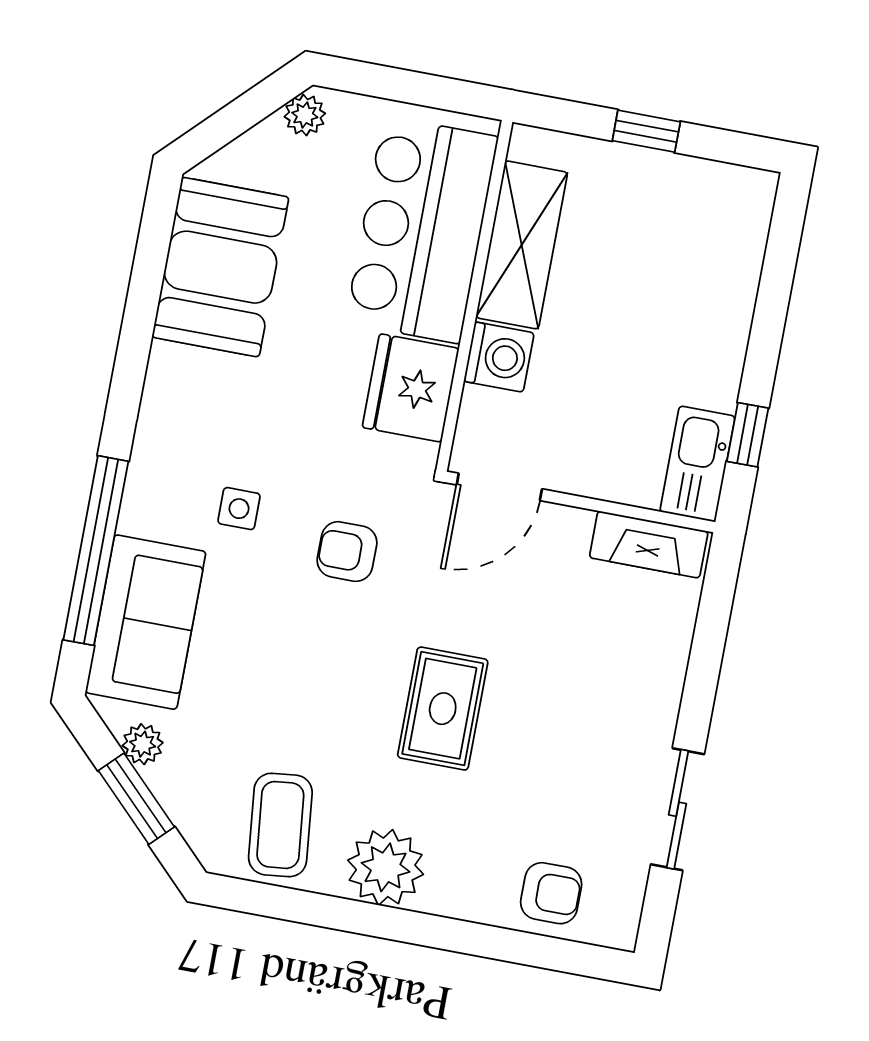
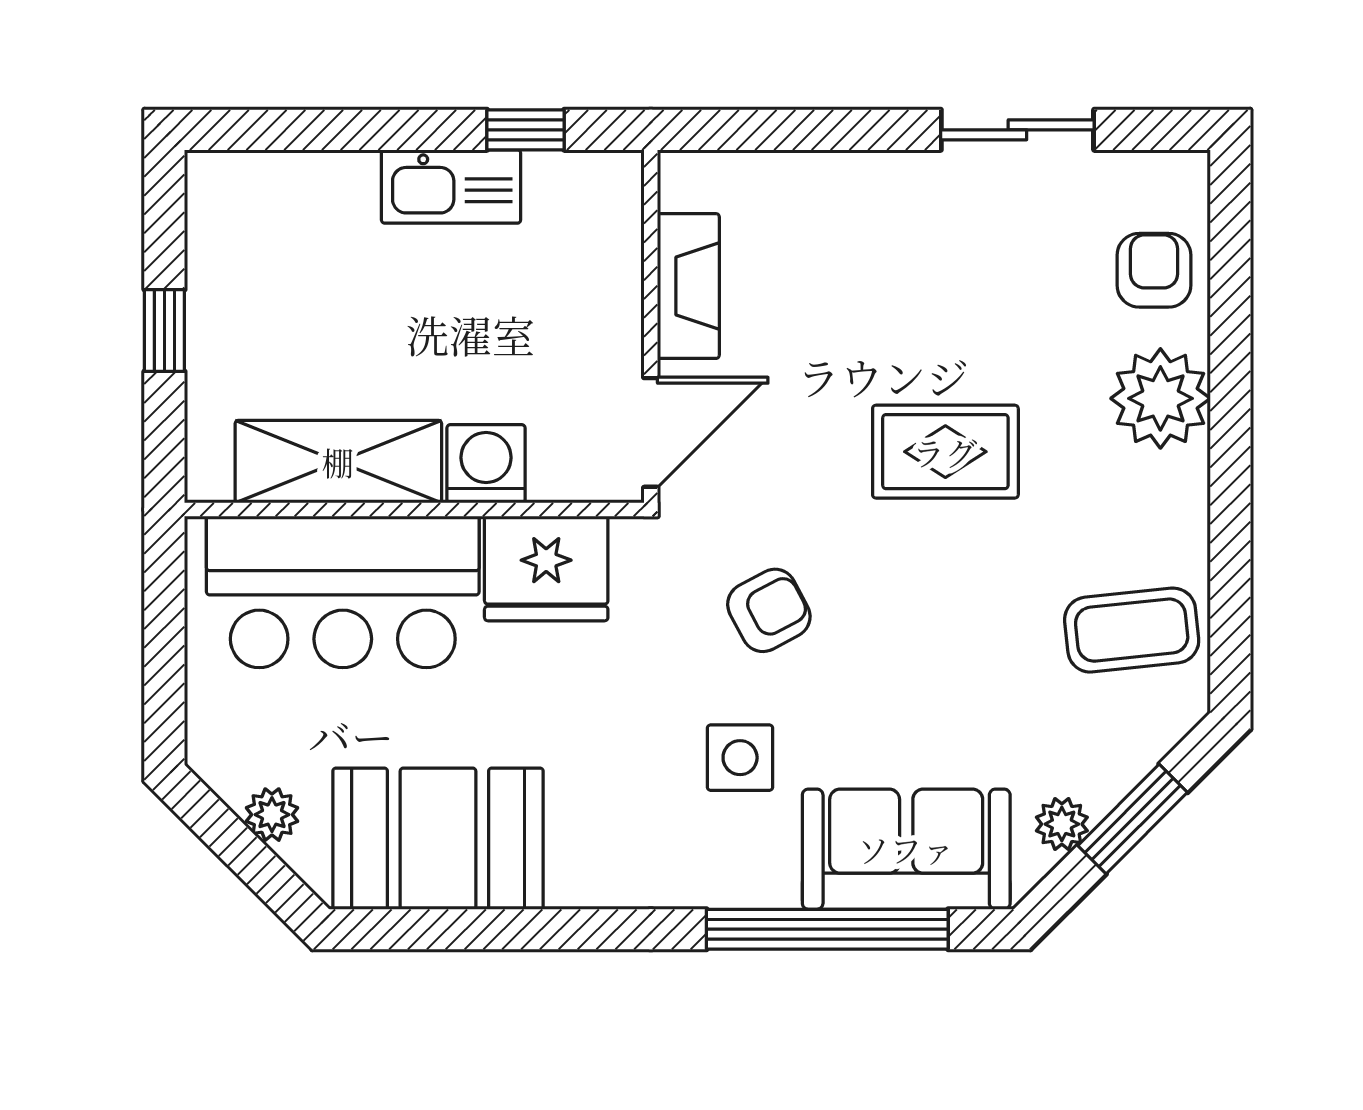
plant: (305, 115) -> (272, 815), moved
kitchen sink: (697, 464) -> (451, 187), moved
door: (499, 487) -> (651, 432), hinge flipped
side table: (239, 509) -> (740, 758), width x1.37, depth x1.37
fireplace: (649, 545) -> (688, 286), moved
armchair: (347, 552) -> (769, 610), turned -118
plant: (386, 867) -> (1160, 398), moved

